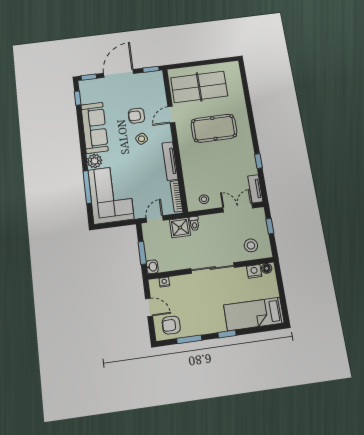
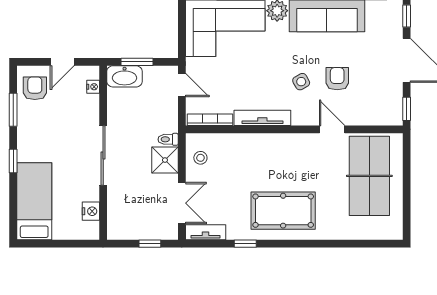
pool table: (214, 128) -> (283, 211), moved, turned 90
shower: (180, 228) -> (165, 160), moved
stool: (251, 245) -> (127, 213), removed
washbasin: (152, 267) -> (125, 76), width x1.91, depth x1.45
floor lamp: (267, 268) -> (92, 229), removed

